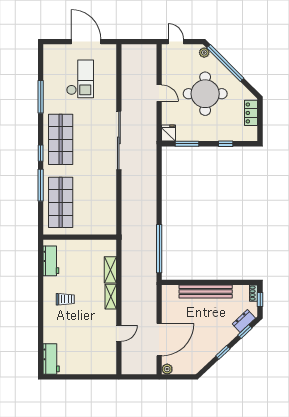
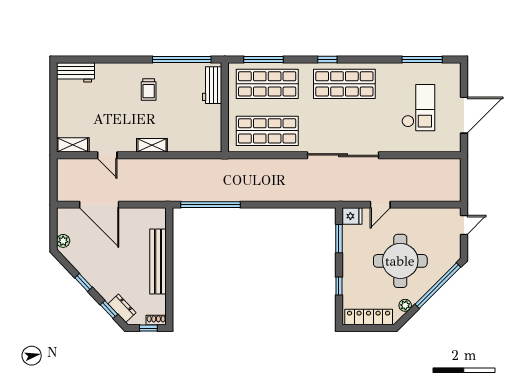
plant: (204, 53) -> (405, 305), moved
checkout: (80, 79) -> (418, 108), turned -90
door: (159, 93) -> (380, 205), moved
window: (41, 97) -> (422, 60), moved
locker: (251, 113) -> (369, 317), width x1.53
window: (41, 185) -> (264, 60), moved
shop shelf: (99, 202) -> (267, 131), added
workbench: (51, 261) -> (212, 85), moved, turned 90
shelving: (110, 270) -> (73, 145), moved
window: (41, 272) -> (182, 60), added
plant: (167, 369) -> (63, 241), moved

